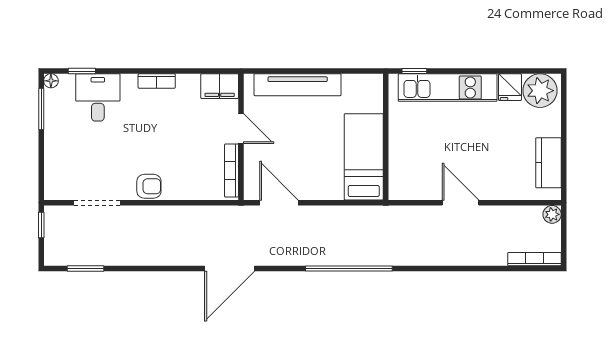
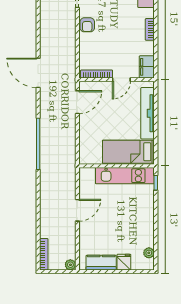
fridge: (510, 87) -> (124, 262), moved, turned 90
kitchen unit: (448, 88) -> (125, 176), moved, turned -90
plant: (540, 91) -> (149, 253), width x0.53, depth x0.53
bed: (364, 157) -> (128, 152), moved, turned 180

